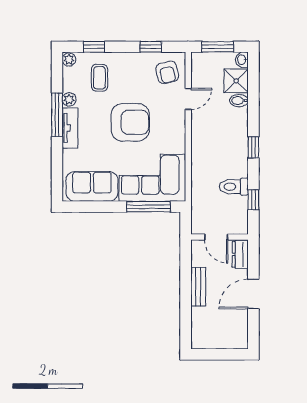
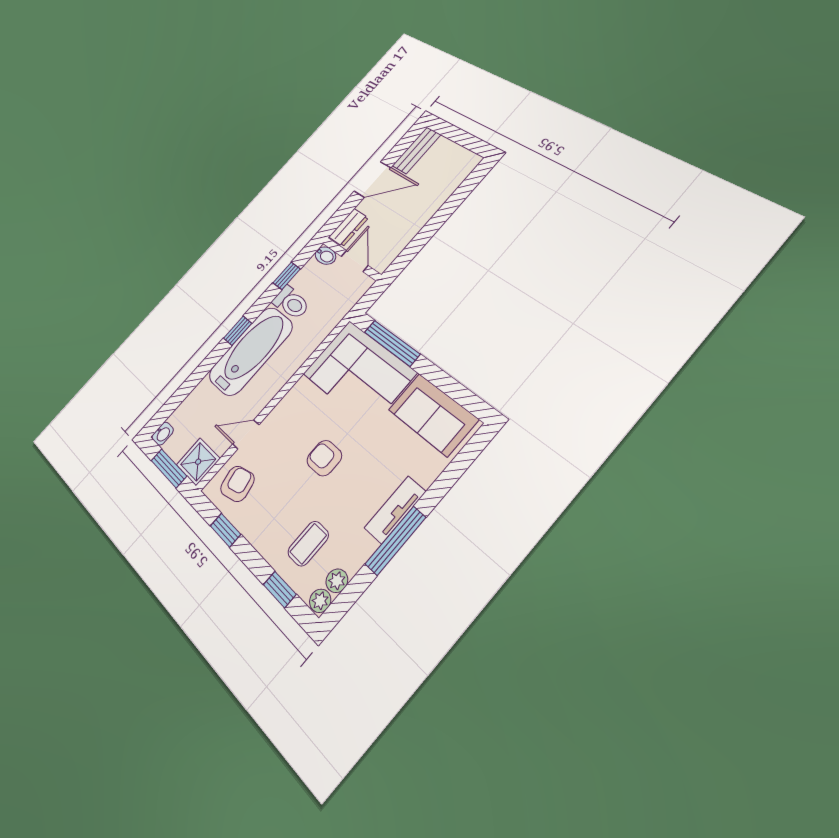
shower: (236, 81) -> (198, 462), moved
plant: (69, 99) -> (337, 581), moved
bidet: (239, 101) -> (325, 256), moved
armchair: (130, 122) -> (324, 458), width x0.53, depth x0.53
bathtub: (232, 143) -> (251, 351), added
bench: (198, 287) -> (416, 150), moved

